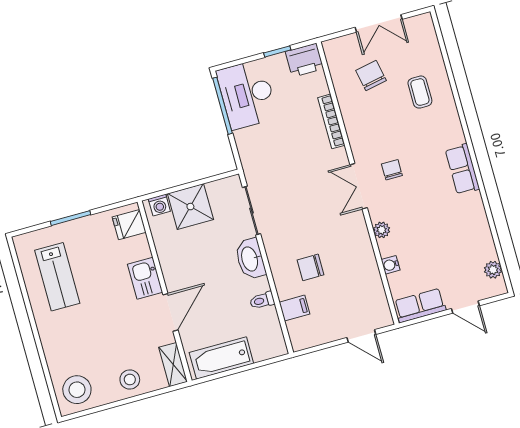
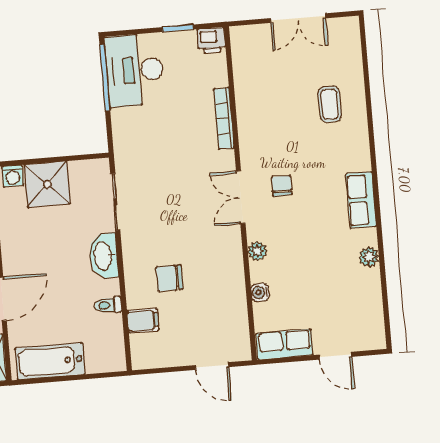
printer: (304, 60) -> (211, 40), width x0.73, depth x0.81
chair: (371, 76) -> (278, 75), removed
plant: (493, 270) -> (369, 257), moved

